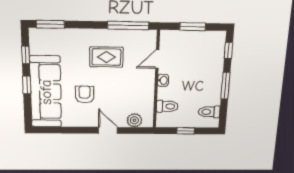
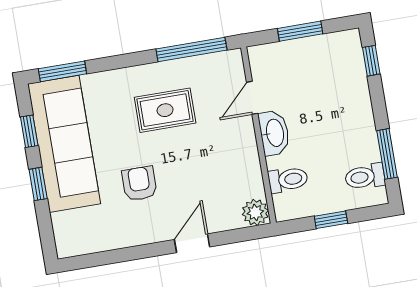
washbasin: (163, 80) -> (274, 133), width x1.91, depth x1.45
window: (225, 86) -> (387, 154), moved
sofa: (46, 92) -> (64, 144), moved
plant: (134, 120) -> (255, 212), moved
door: (108, 130) -> (192, 243), hinge flipped

